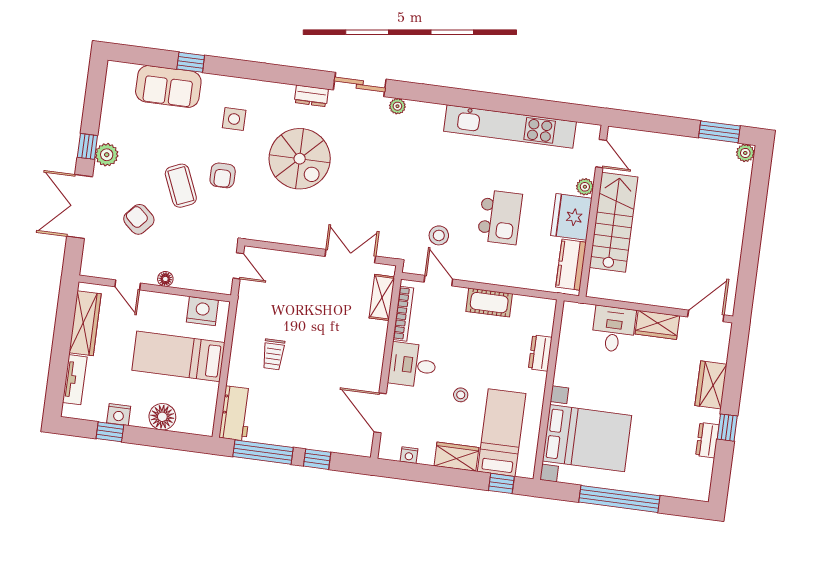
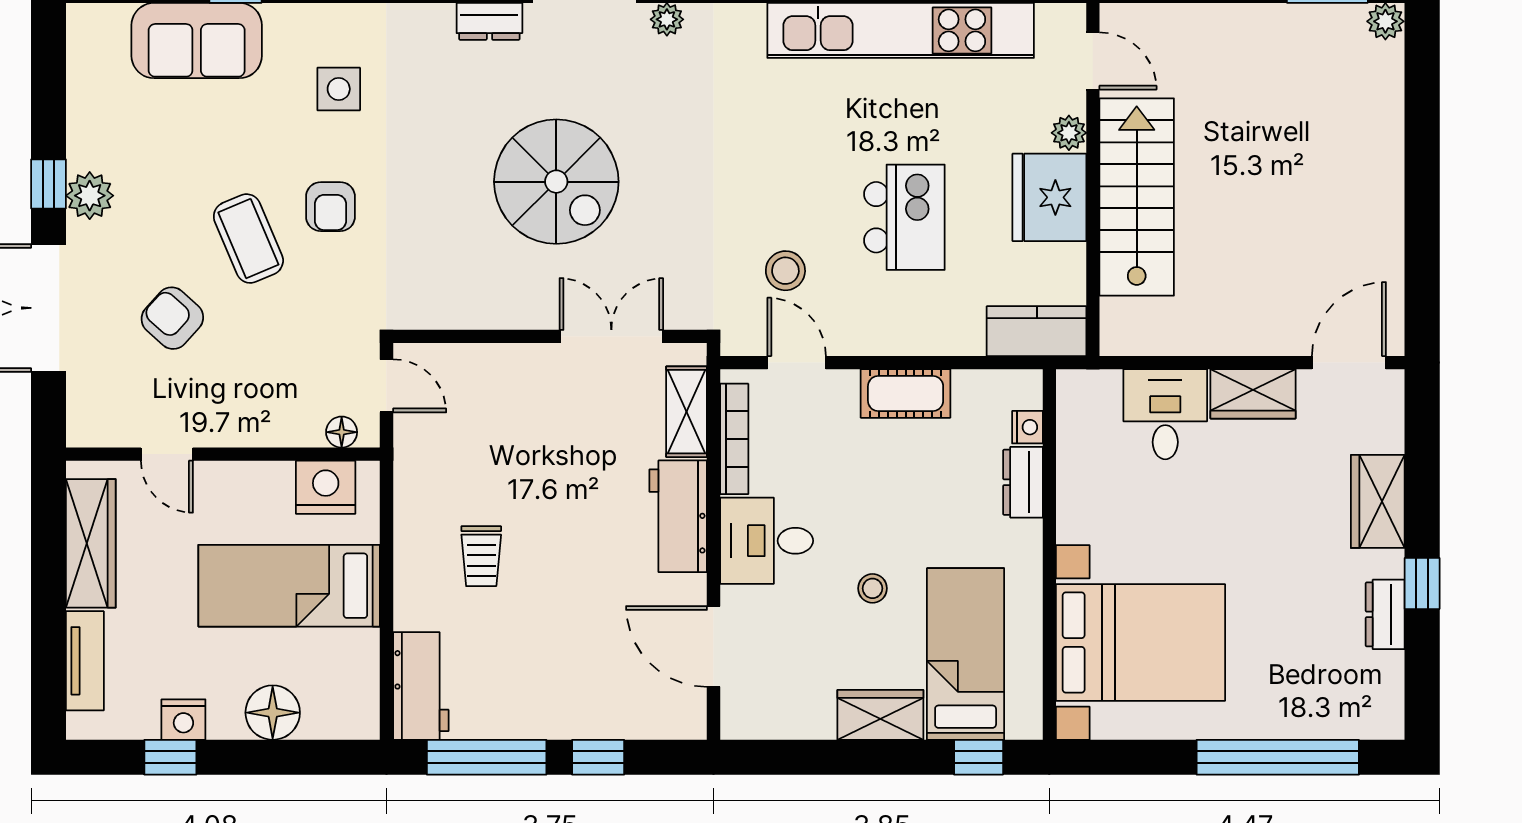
spiral stairs: (300, 159) -> (556, 182), moved
kitchen counter: (571, 265) -> (1037, 331), moved, turned 90
floor lamp: (165, 279) -> (342, 432), moved
workbench: (371, 348) -> (678, 516), added
nightstand: (409, 455) -> (1027, 427), moved, turned -90
window: (619, 499) -> (1278, 757), moved

